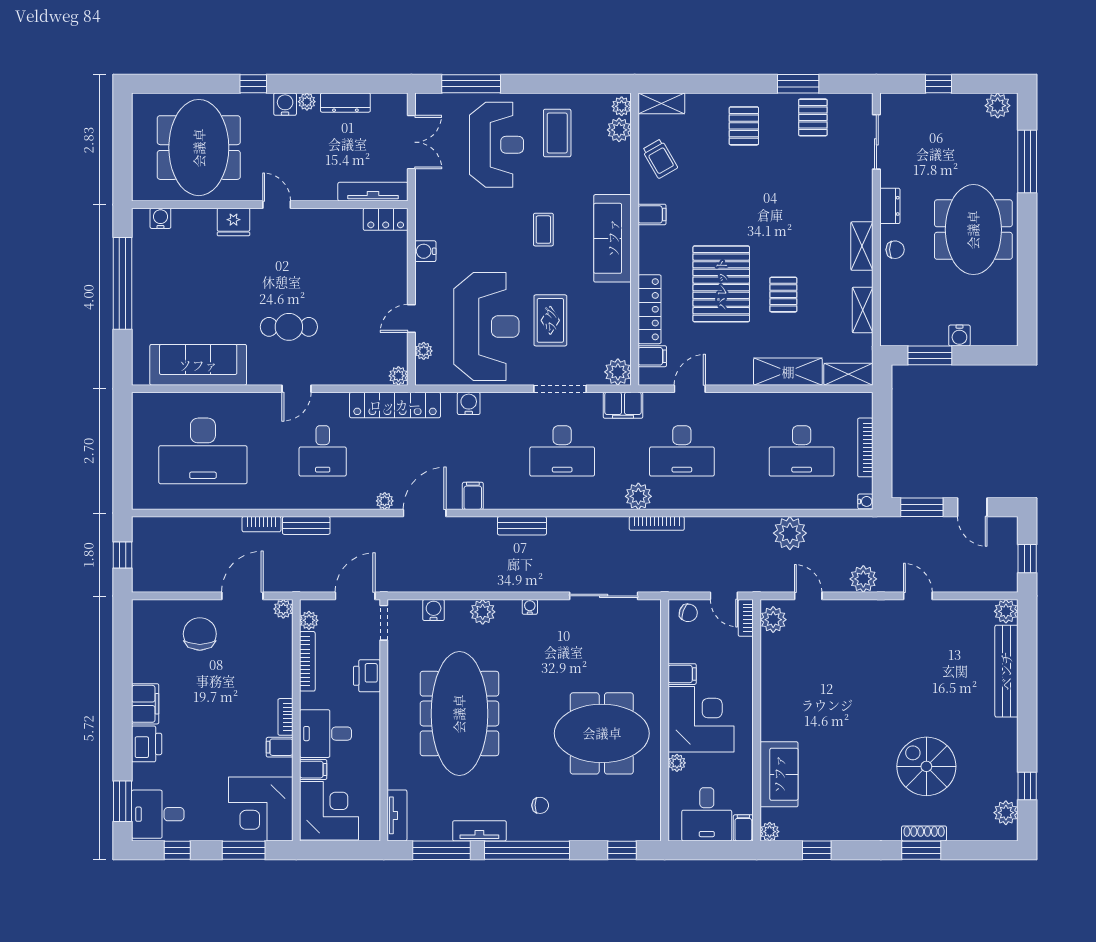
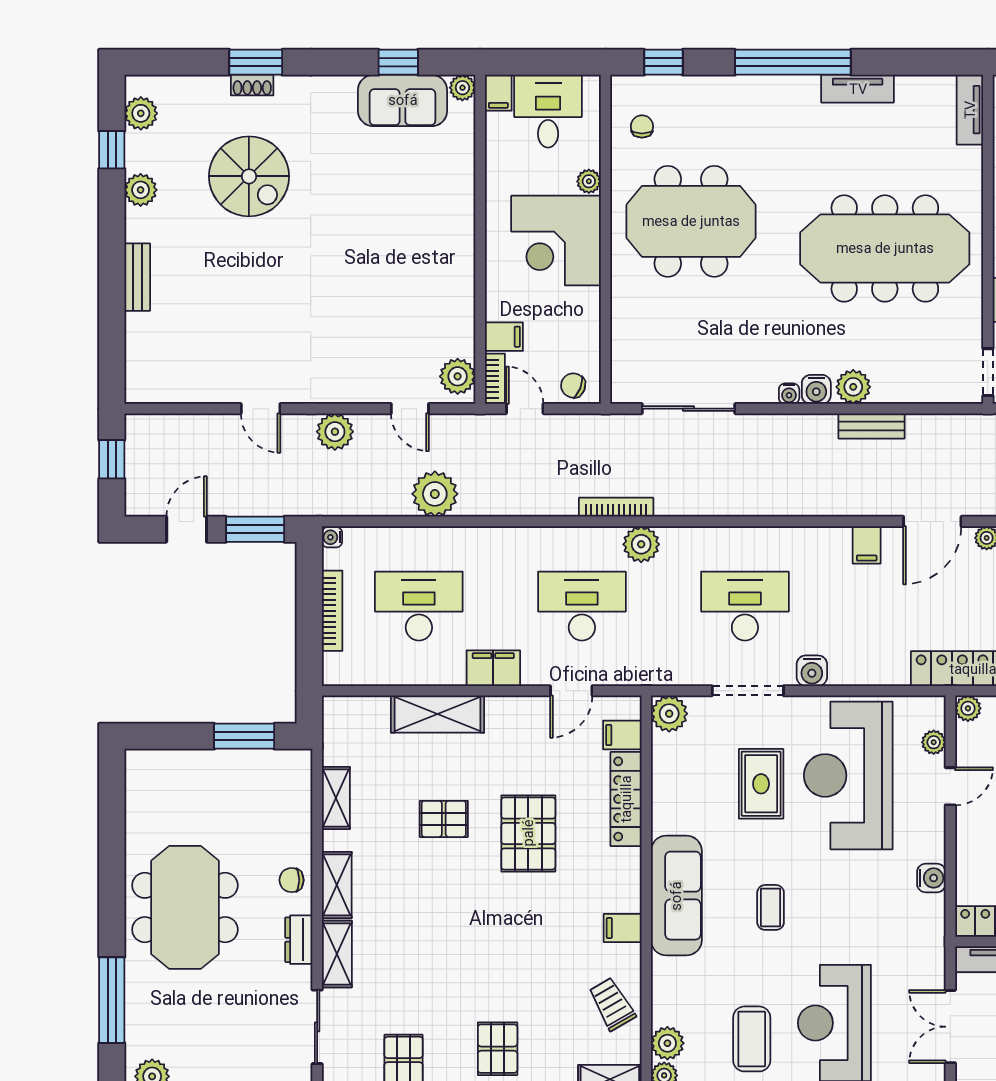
pallet: (721, 284) -> (528, 833), width x0.73, depth x0.71
pallet: (783, 295) -> (444, 819), turned 90
water cooler: (959, 336) -> (204, 763), removed
shelving: (848, 374) -> (337, 954), moved, turned 90
water cooler: (469, 403) -> (812, 671), moved
filing cabinet: (623, 405) -> (493, 668), moved
door: (972, 507) -> (187, 529), hinge flipped
bench: (522, 526) -> (871, 426), moved
water cooler: (434, 610) -> (816, 389), moved
plant: (1006, 611) -> (141, 190), moved
bench: (1006, 671) -> (137, 277), width x0.54, depth x0.82
filing cabinet: (682, 674) -> (504, 337), moved, turned 180
meeting table: (459, 714) -> (885, 248), turned 90
sofa: (779, 774) -> (403, 100), moved, turned -90
chair: (540, 805) -> (642, 126), moved, turned 90
shoe rack: (924, 833) -> (252, 85), width x0.70
window: (442, 850) -> (909, 62), removed

